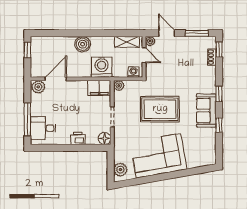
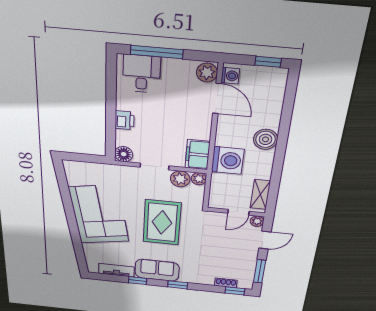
washing machine: (133, 72) -> (230, 76), moved
tv unit: (211, 142) -> (116, 270), added
plant: (120, 170) -> (180, 179), moved

